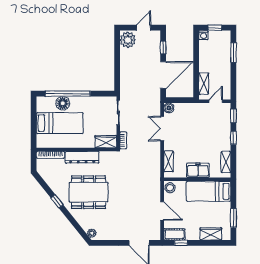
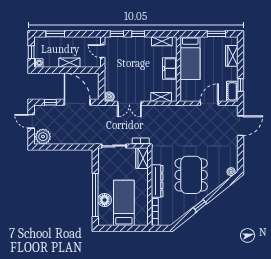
shelving: (204, 84) -> (69, 63), moved
stool: (170, 188) -> (187, 96), removed

